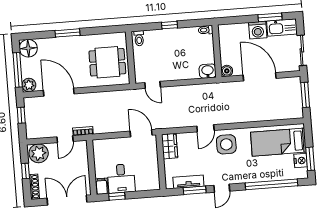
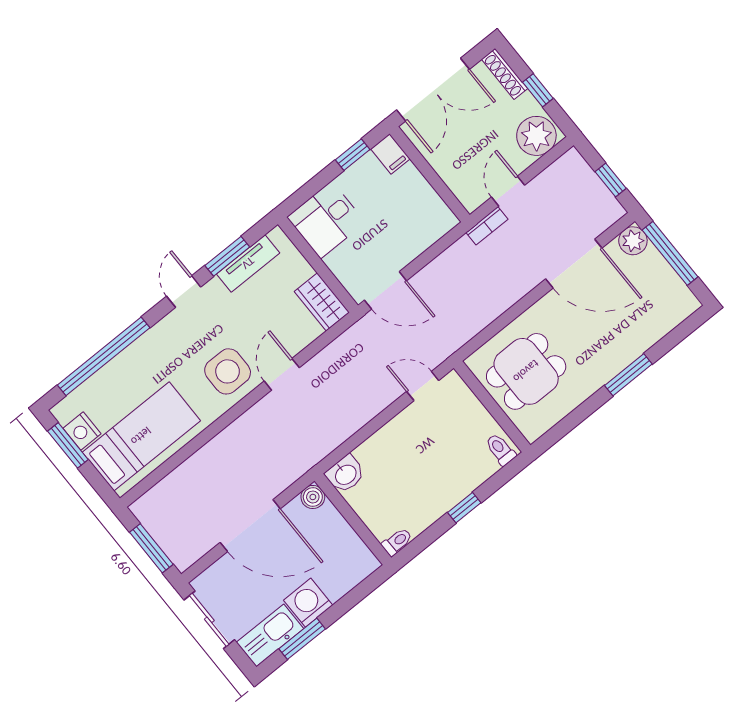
floor lamp: (28, 48) -> (677, 303), removed
desk: (121, 178) -> (326, 220), moved, turned -90

